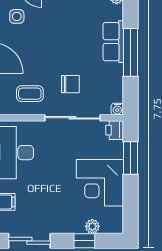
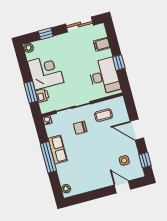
row of seats: (113, 42) -> (58, 149), moved
printer: (115, 130) -> (42, 95), moved
plant: (92, 226) -> (29, 48), moved

